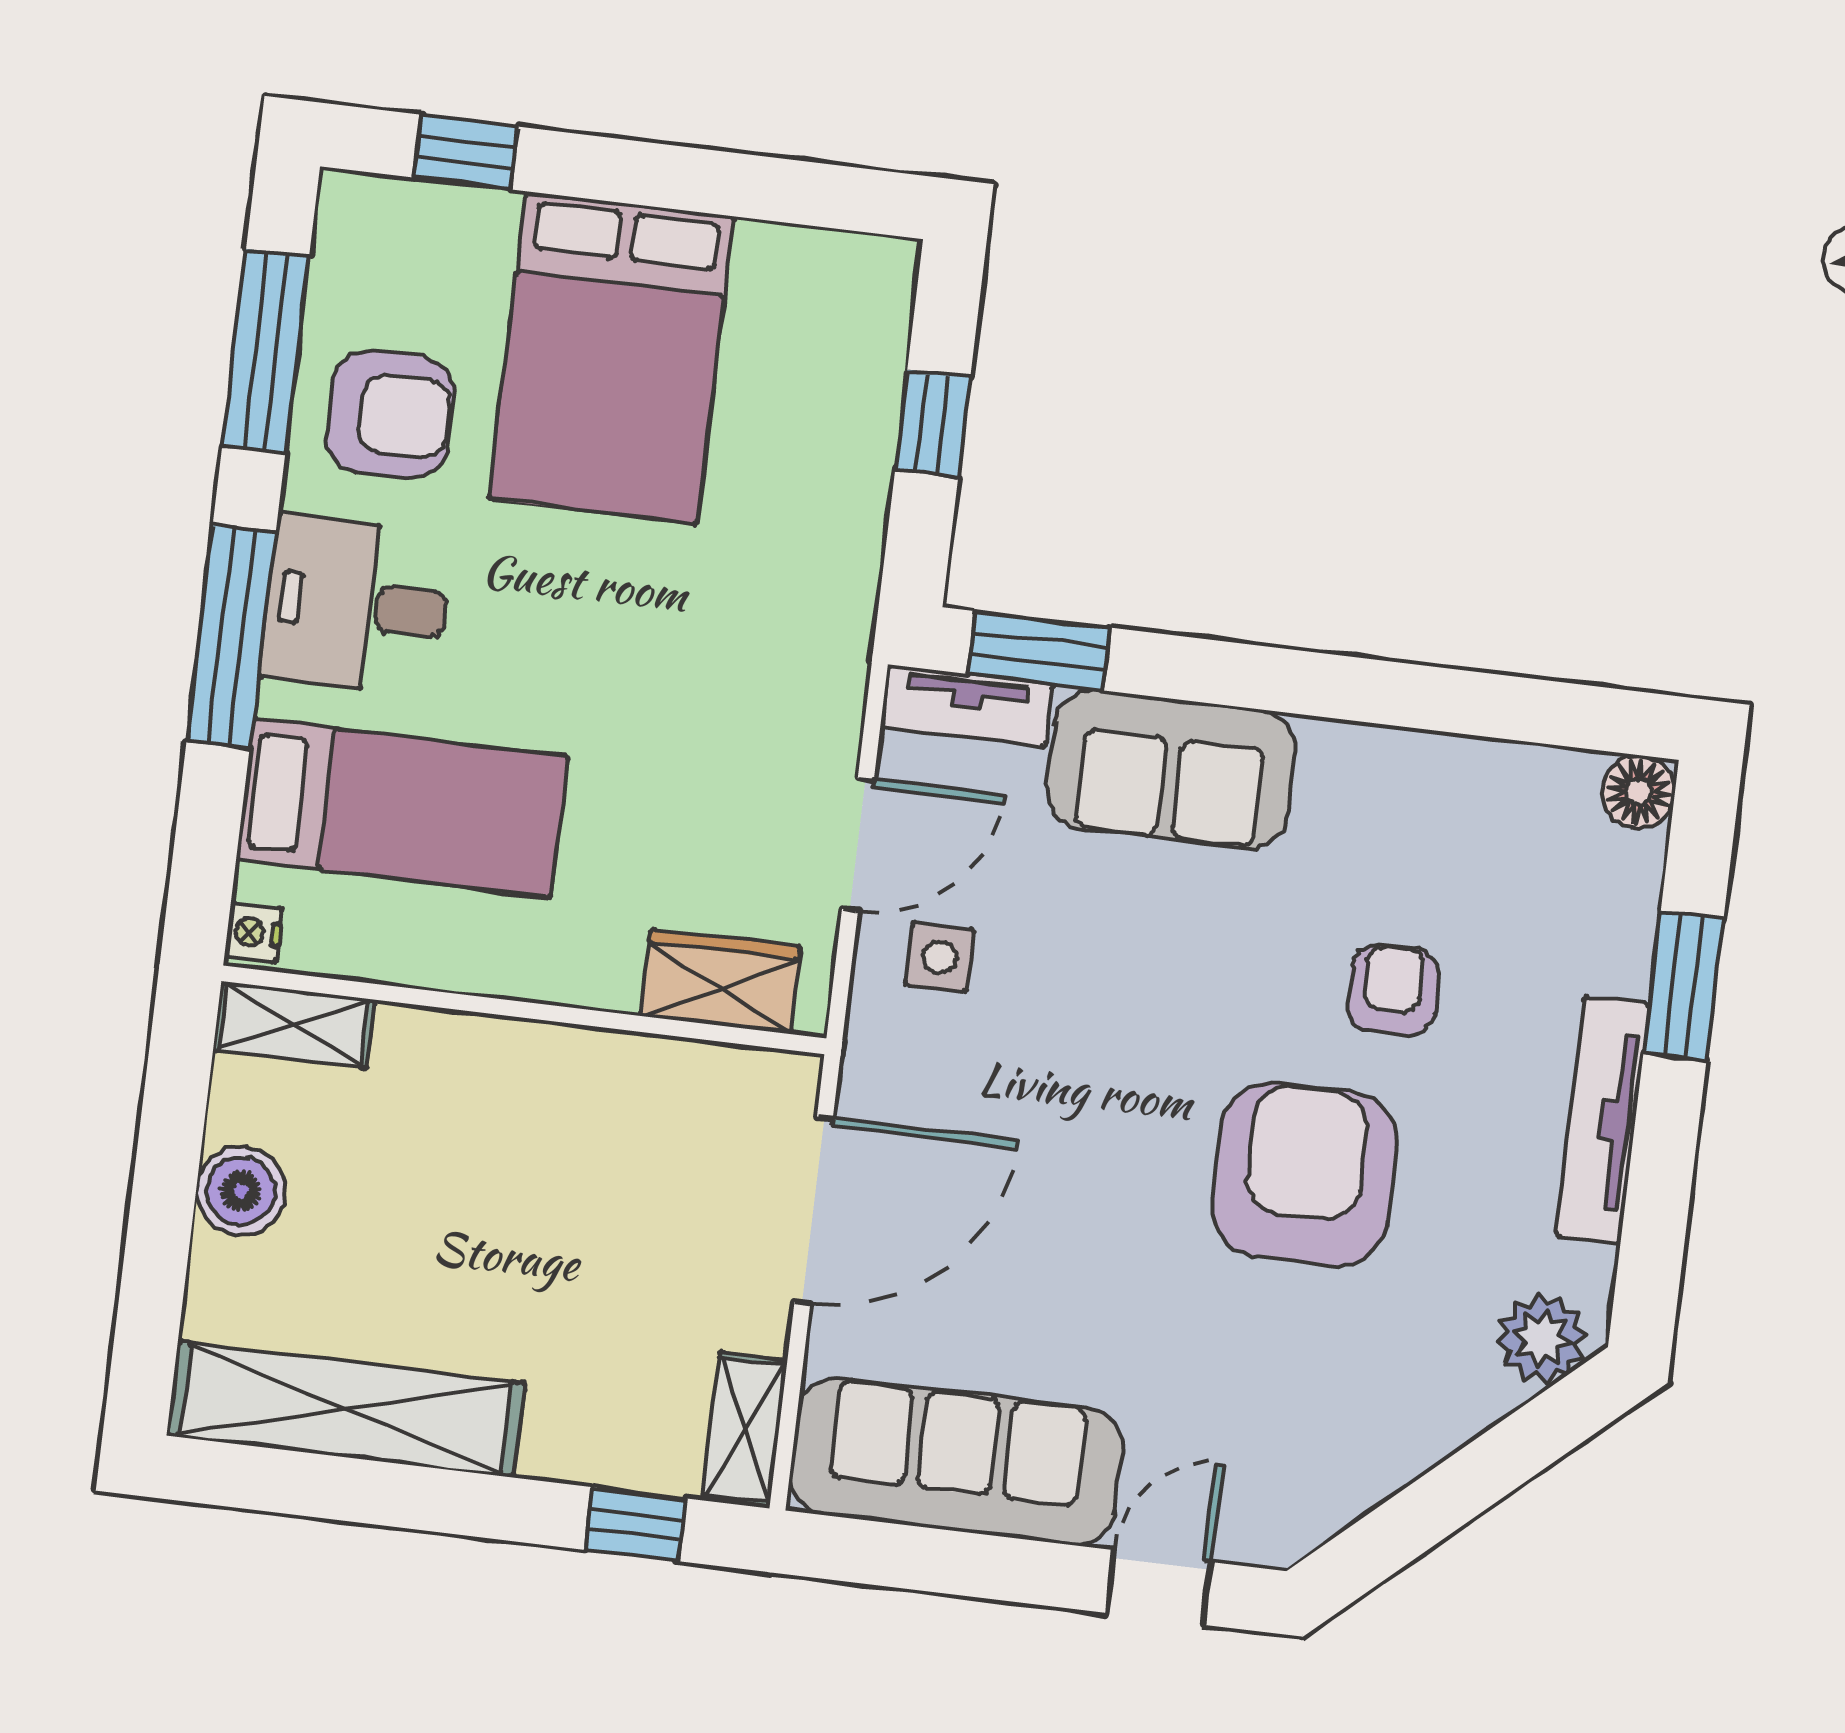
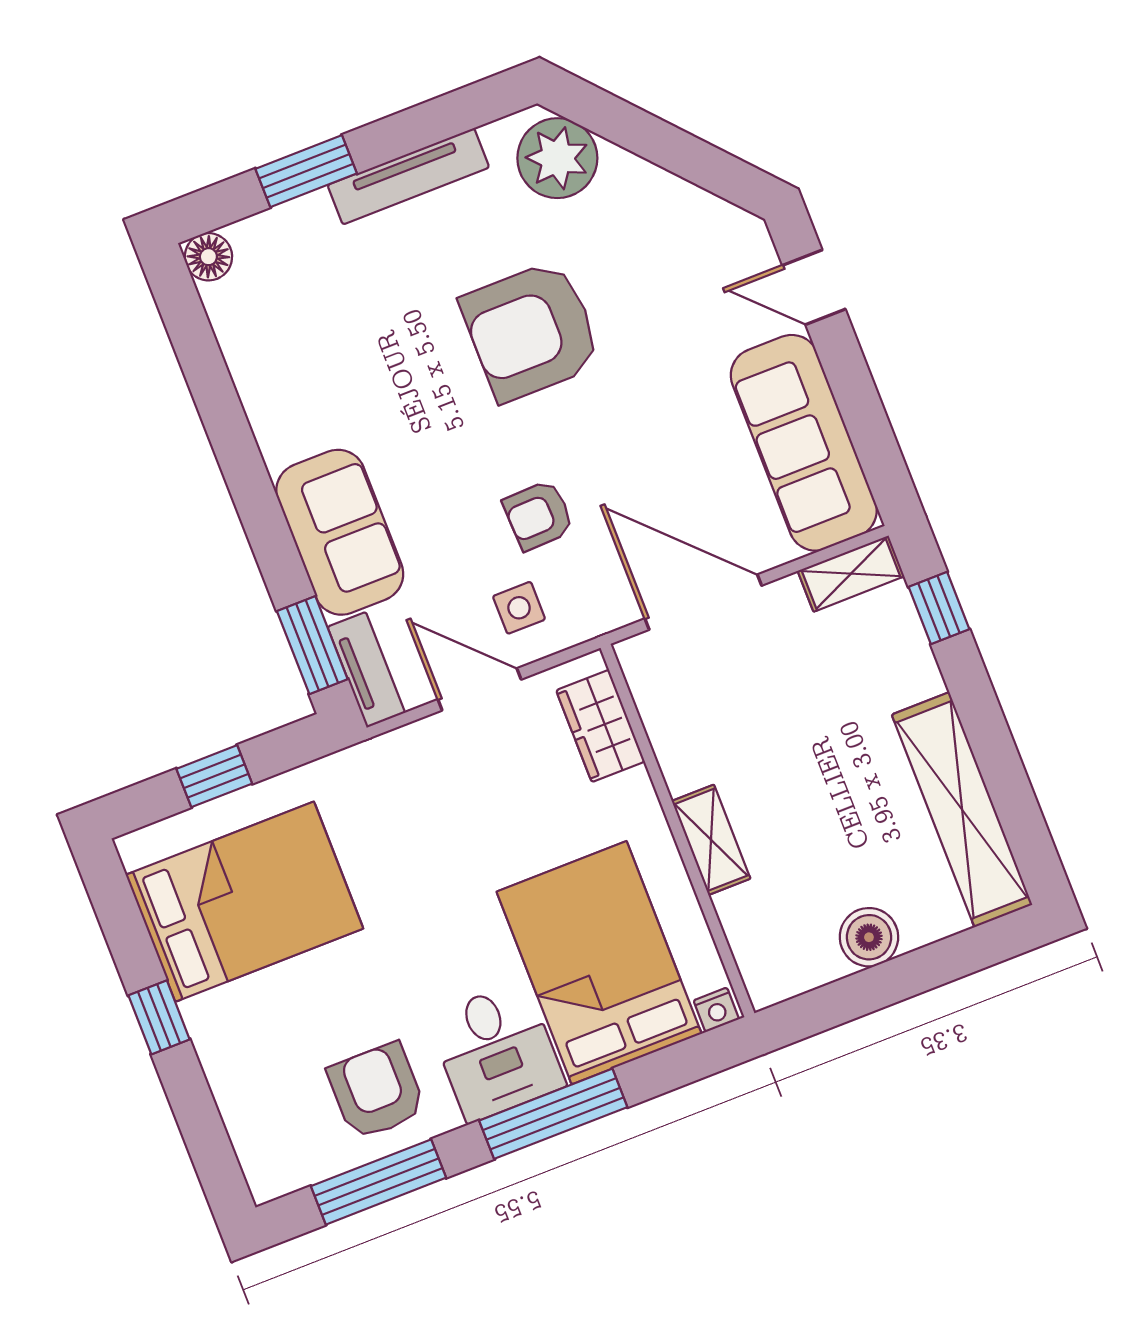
window: (466, 152) -> (159, 1017), moved
bed: (612, 358) -> (245, 902), moved
bed: (402, 808) -> (599, 963), width x1.50
armchair: (1393, 990) -> (538, 515), moved
shelving: (294, 1025) -> (711, 840), moved
plant: (1542, 1338) -> (557, 158), width x1.36, depth x1.36

